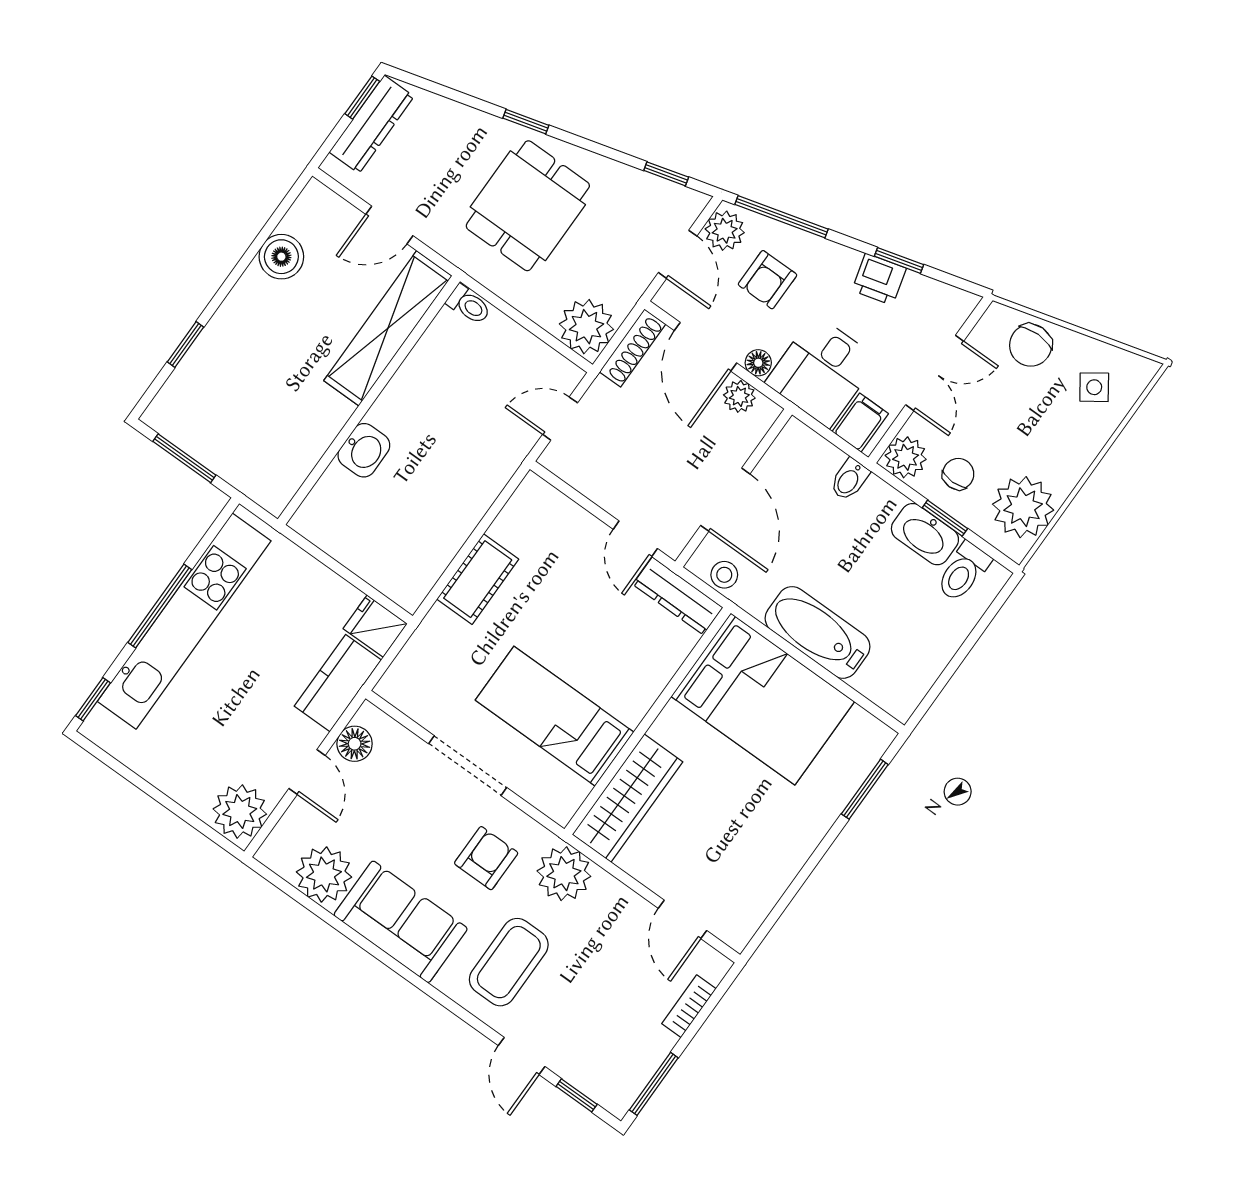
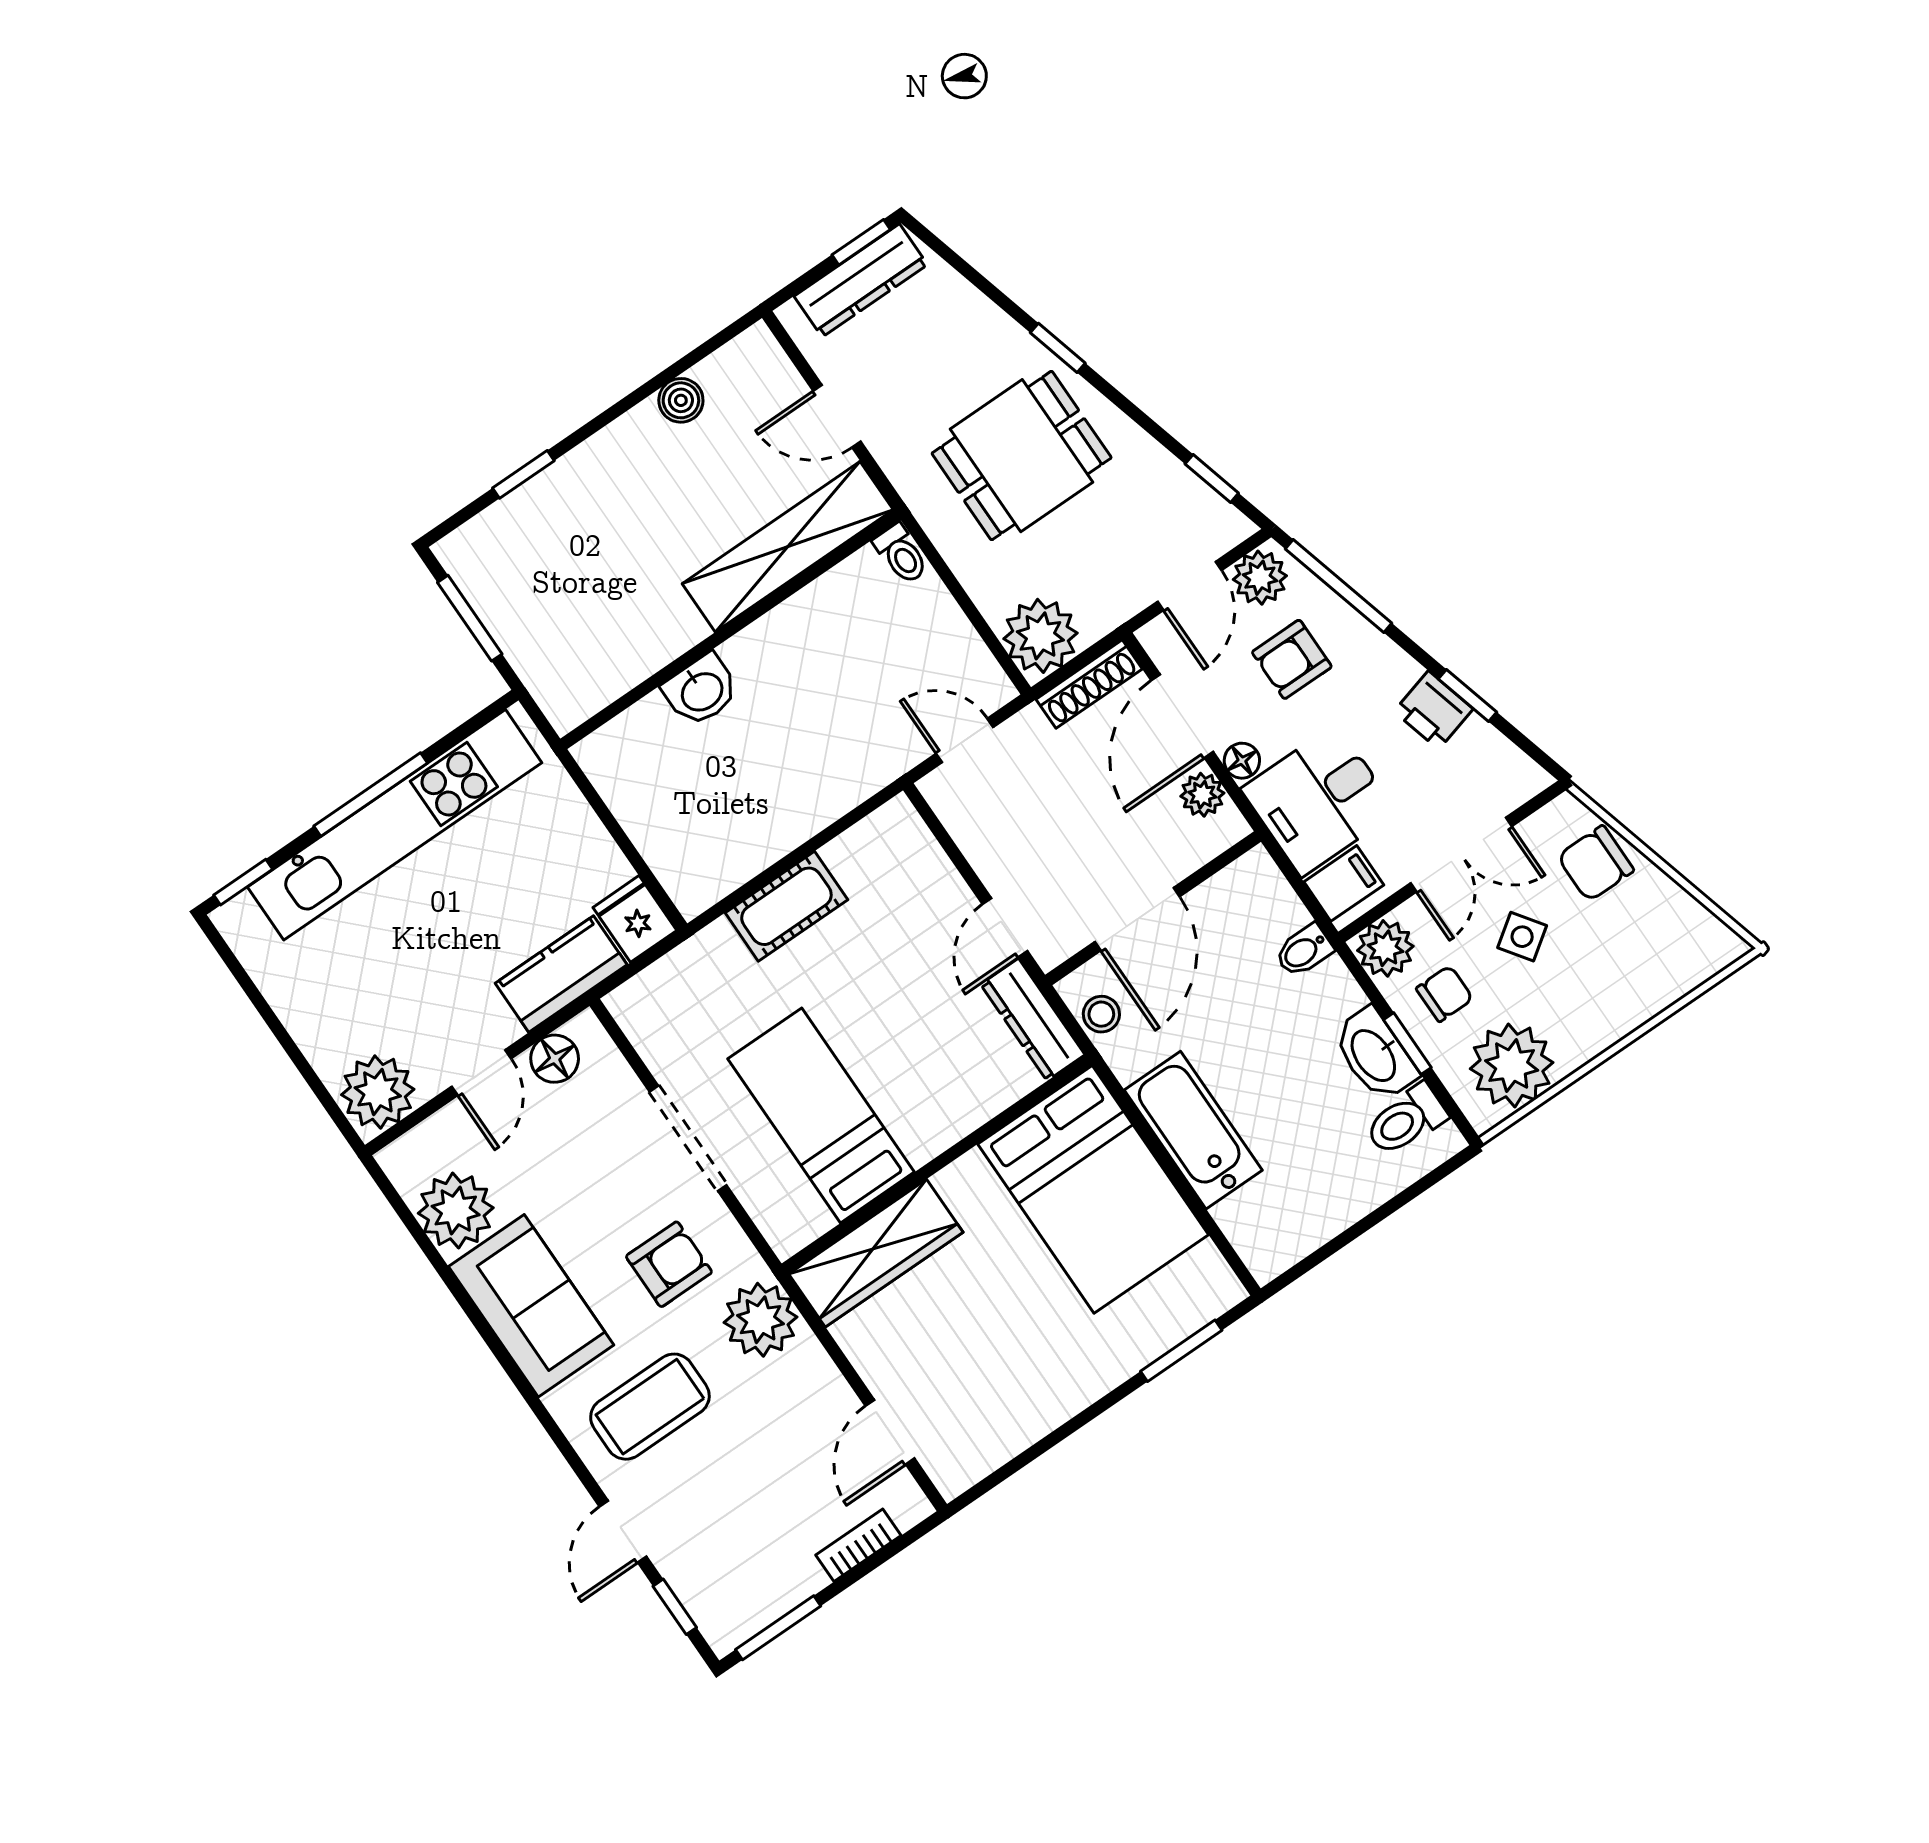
boiler: (281, 257) -> (681, 400), width x0.73, depth x0.73
side table: (1094, 387) -> (1522, 937), moved

